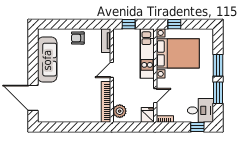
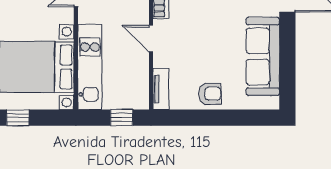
window: (174, 24) -> (18, 118), moved
door: (112, 70) -> (151, 39), swing flipped

